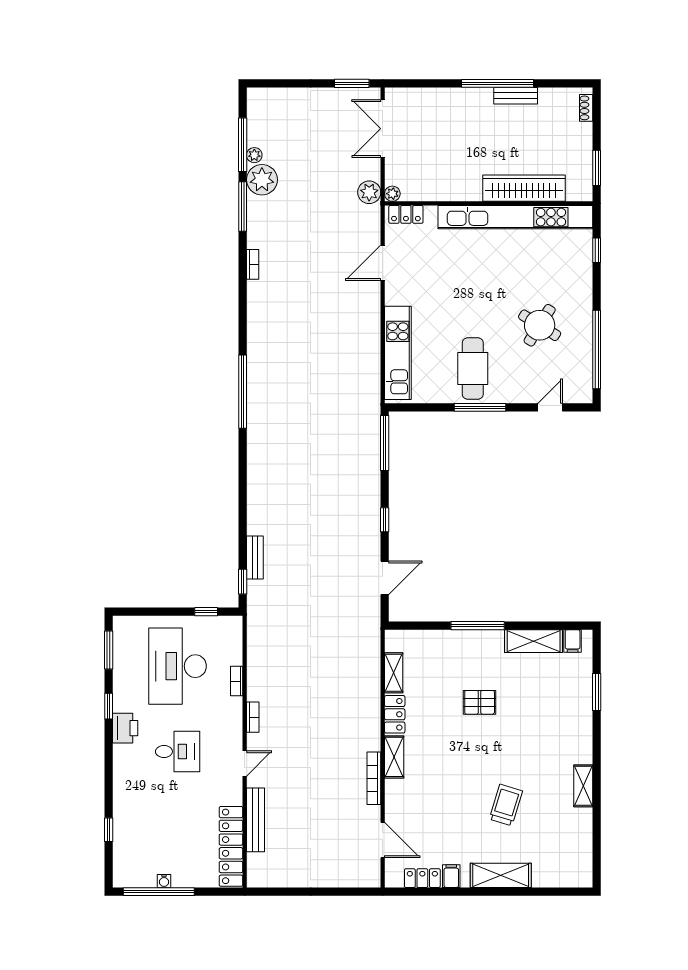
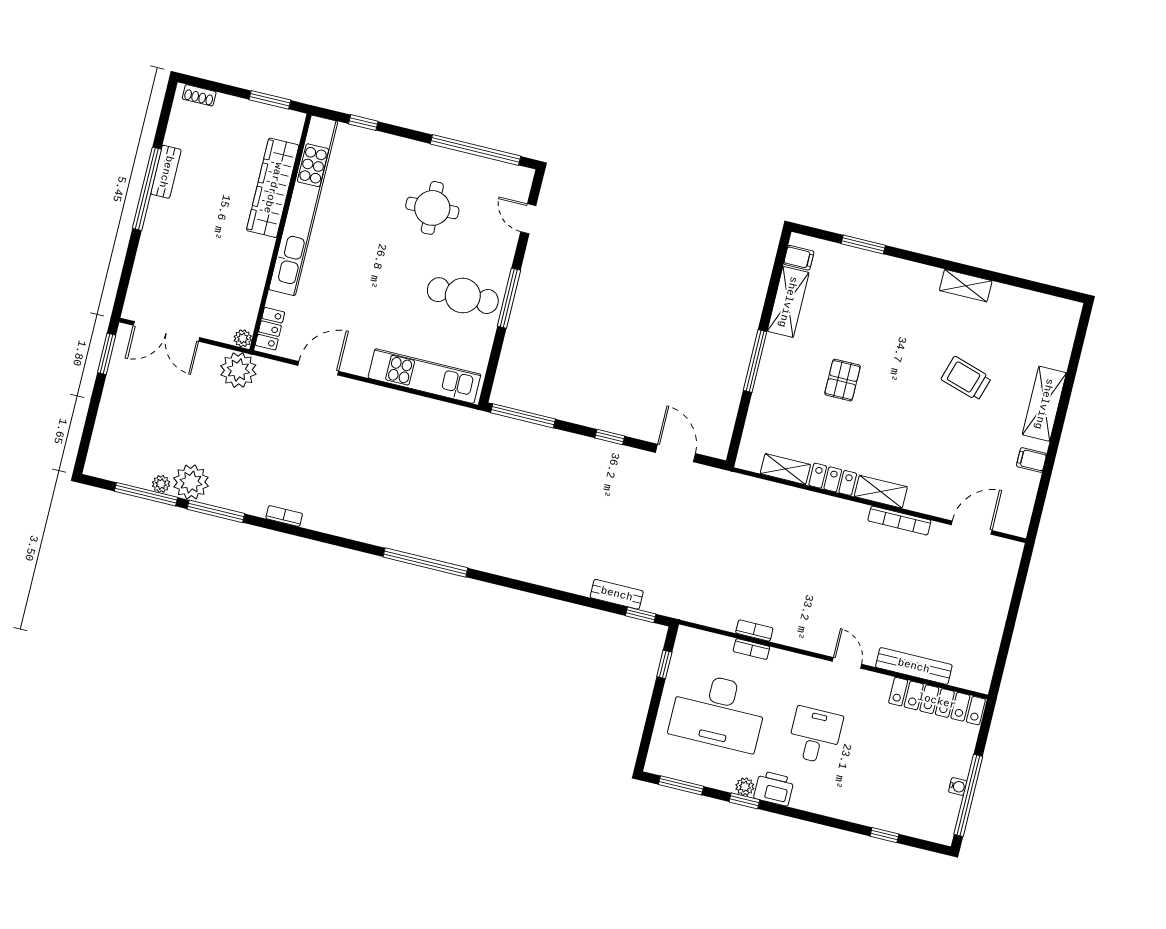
plant: (369, 192) -> (238, 370), width x1.36, depth x1.36
door: (383, 263) -> (318, 368), swing flipped
round table: (540, 325) -> (432, 208), turned -34
plant: (121, 703) -> (745, 787), added
bookcase: (253, 717) -> (754, 631), moved
locker: (422, 878) -> (1026, 493), removed

